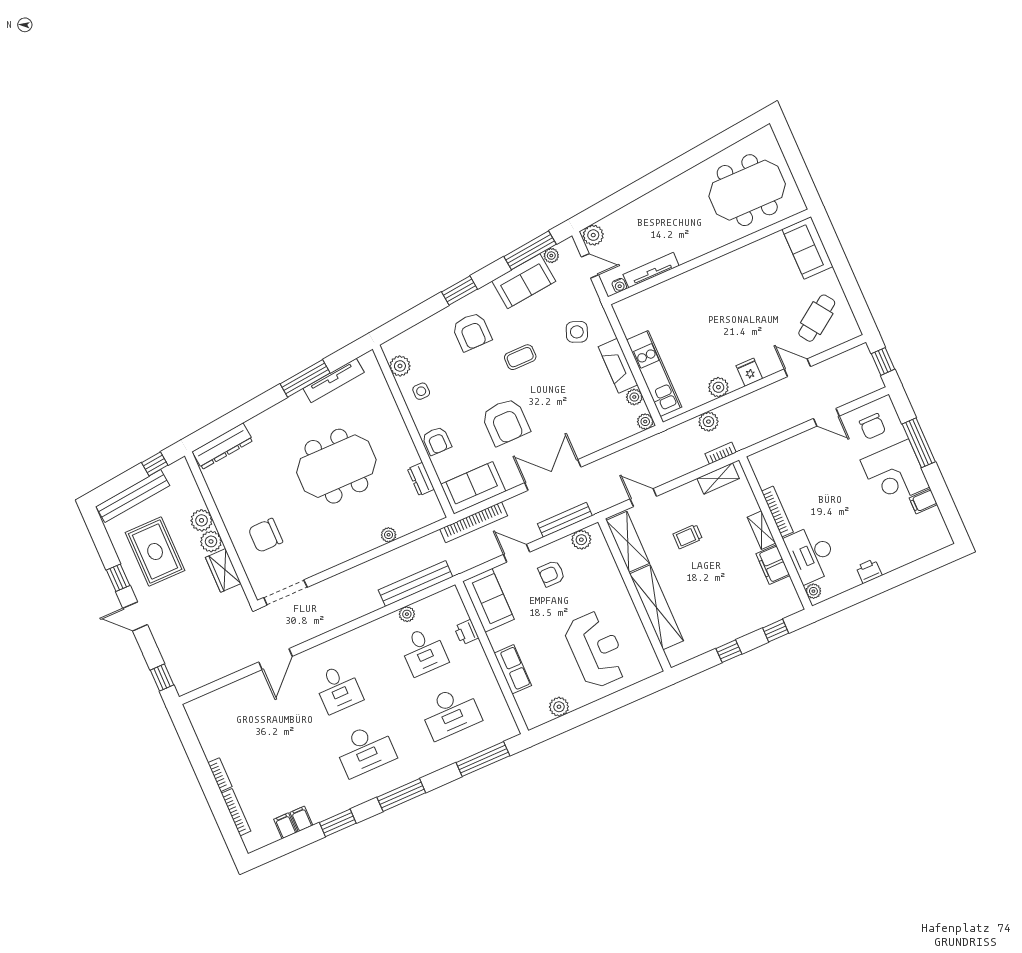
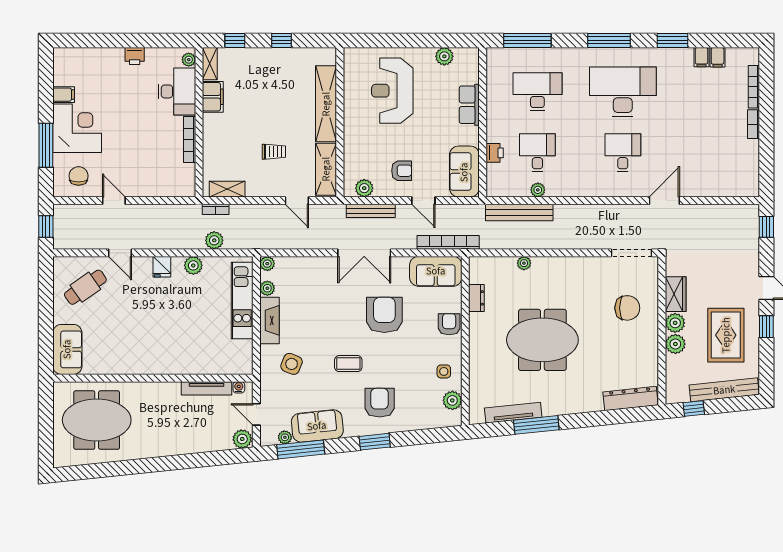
shelving: (761, 530) -> (210, 64), moved
desk: (365, 750) -> (623, 92), width x1.36, depth x1.30

